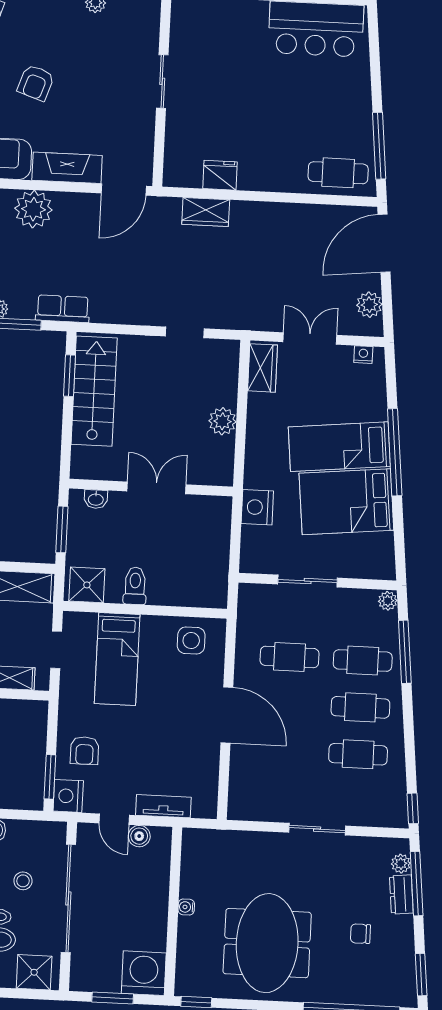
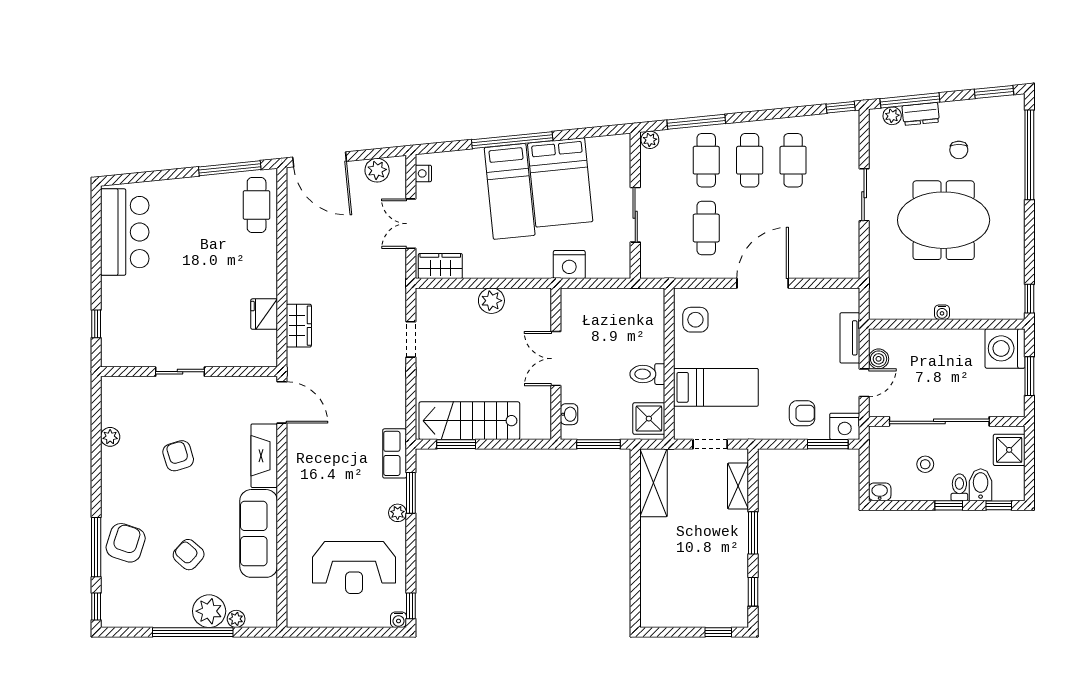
armchair: (36, 83) -> (178, 456), moved, turned -126
plant: (33, 209) -> (304, 485), removed
meeting table: (267, 943) -> (944, 220), moved

